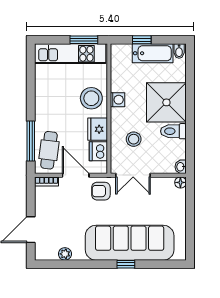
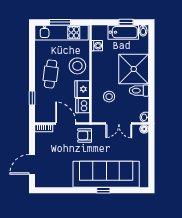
window: (84, 40) -> (60, 22), moved
window: (142, 40) -> (126, 22), moved
washing machine: (118, 100) -> (97, 46), moved
window: (31, 141) -> (32, 98), width x0.46
cafe table: (49, 150) -> (51, 74), moved
double door: (133, 175) -> (119, 124), moved
plant: (65, 254) -> (58, 182), removed

